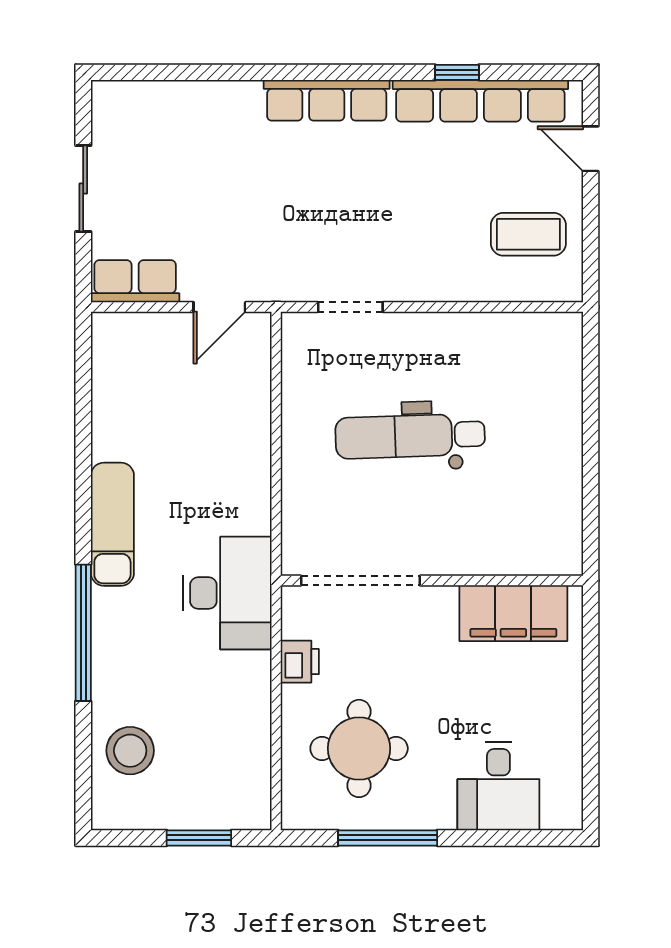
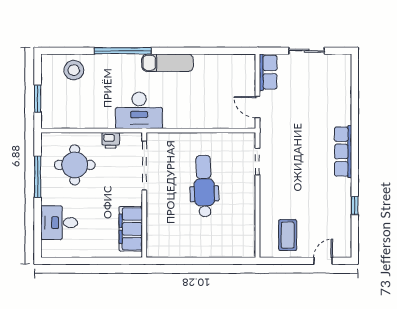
row of seats: (480, 101) -> (343, 215), removed

